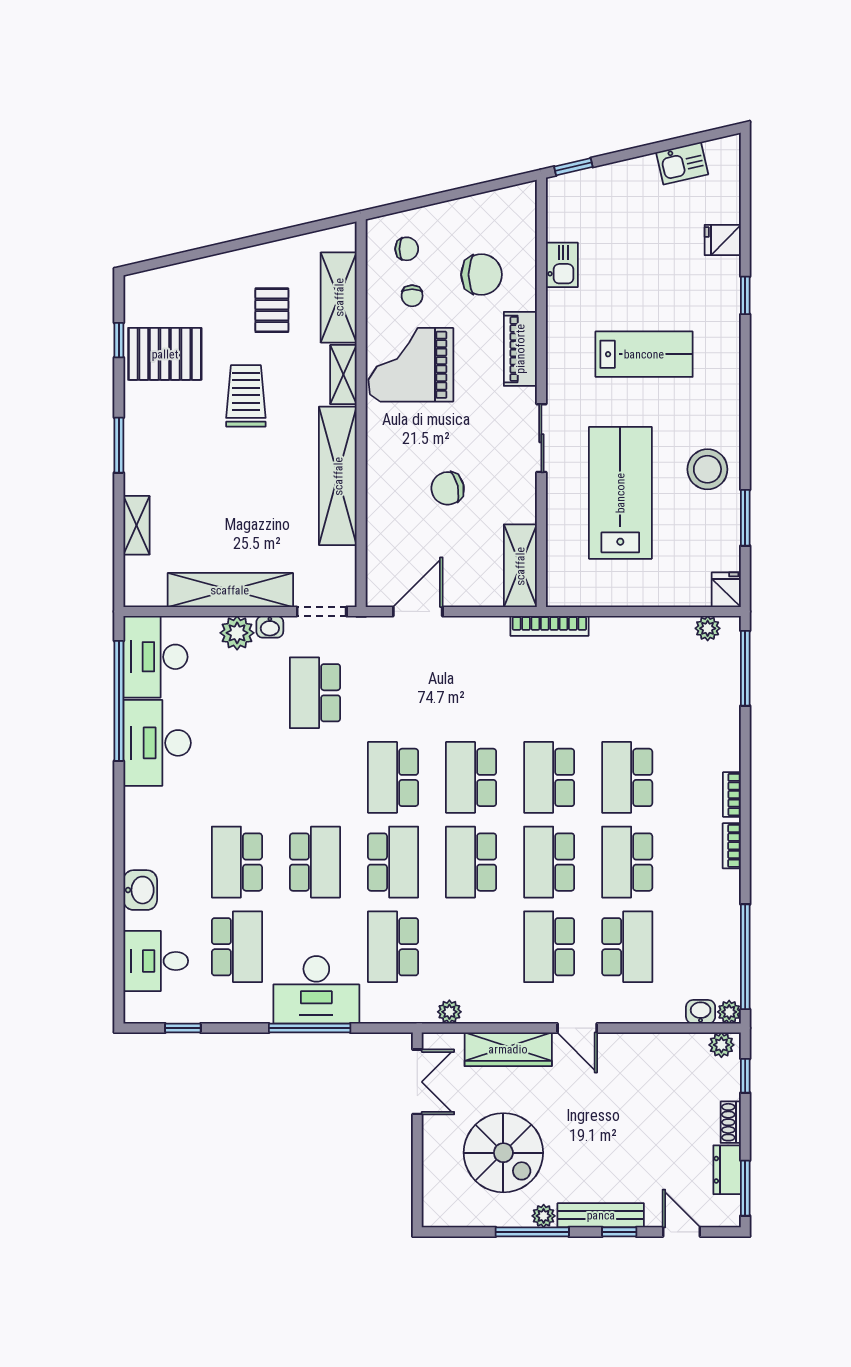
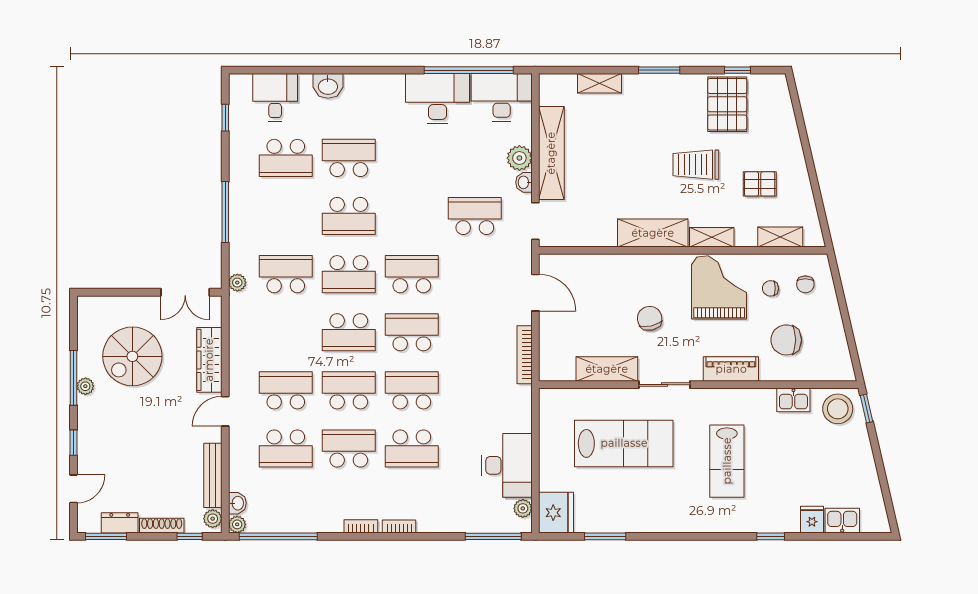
kitchen sink: (682, 163) -> (842, 521), moved, turned 103
chair: (481, 275) -> (786, 340), turned 90
shelving: (339, 297) -> (780, 237), width x0.67, depth x0.75
trolley: (246, 396) -> (696, 165), turned 180
stool: (707, 469) -> (838, 409), moved
shelving: (338, 476) -> (653, 233), width x0.68
chair: (448, 488) -> (650, 318), moved
shelving: (520, 566) -> (607, 369), moved
fridge: (726, 590) -> (556, 513), width x1.88, depth x1.34
bookcase: (549, 626) -> (525, 355), moved
school desk: (627, 777) -> (412, 448), turned 180
school desk: (471, 862) -> (349, 332), turned 180
desk: (316, 990) -> (507, 465), moved, turned 180
plant: (449, 1012) -> (237, 283), moved
shoe rack: (731, 1122) -> (162, 526), width x1.43
bench: (601, 1215) -> (213, 475), moved

